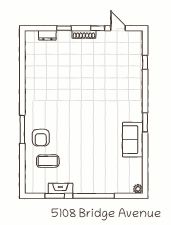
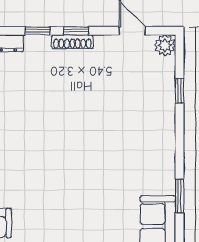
window: (98, 28) -> (76, 31), moved
plant: (137, 36) -> (165, 45), added

